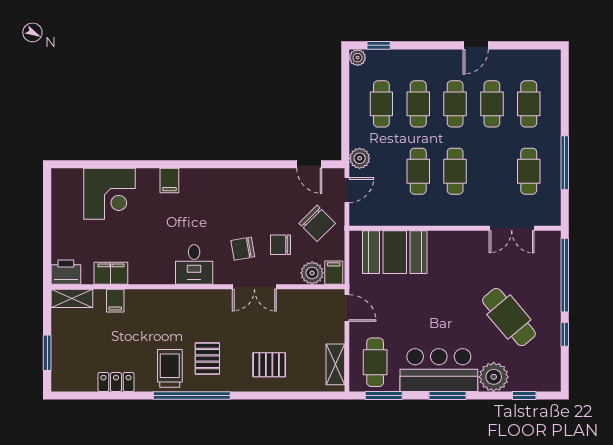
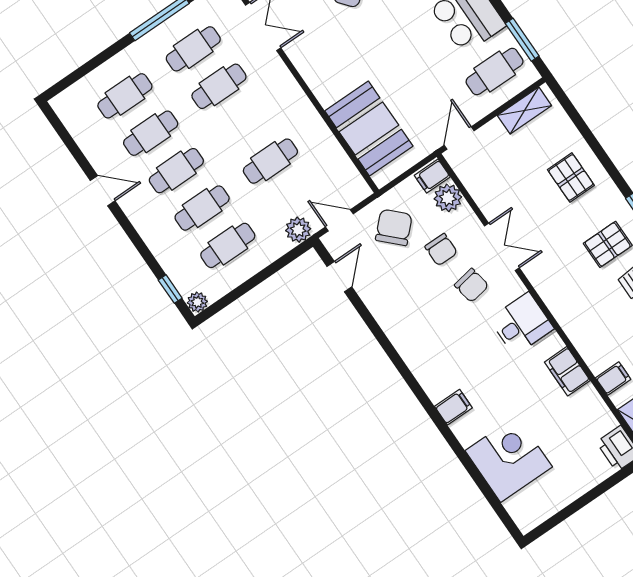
cafe table: (455, 171) -> (219, 86), moved
filing cabinet: (111, 273) -> (567, 371), moved

